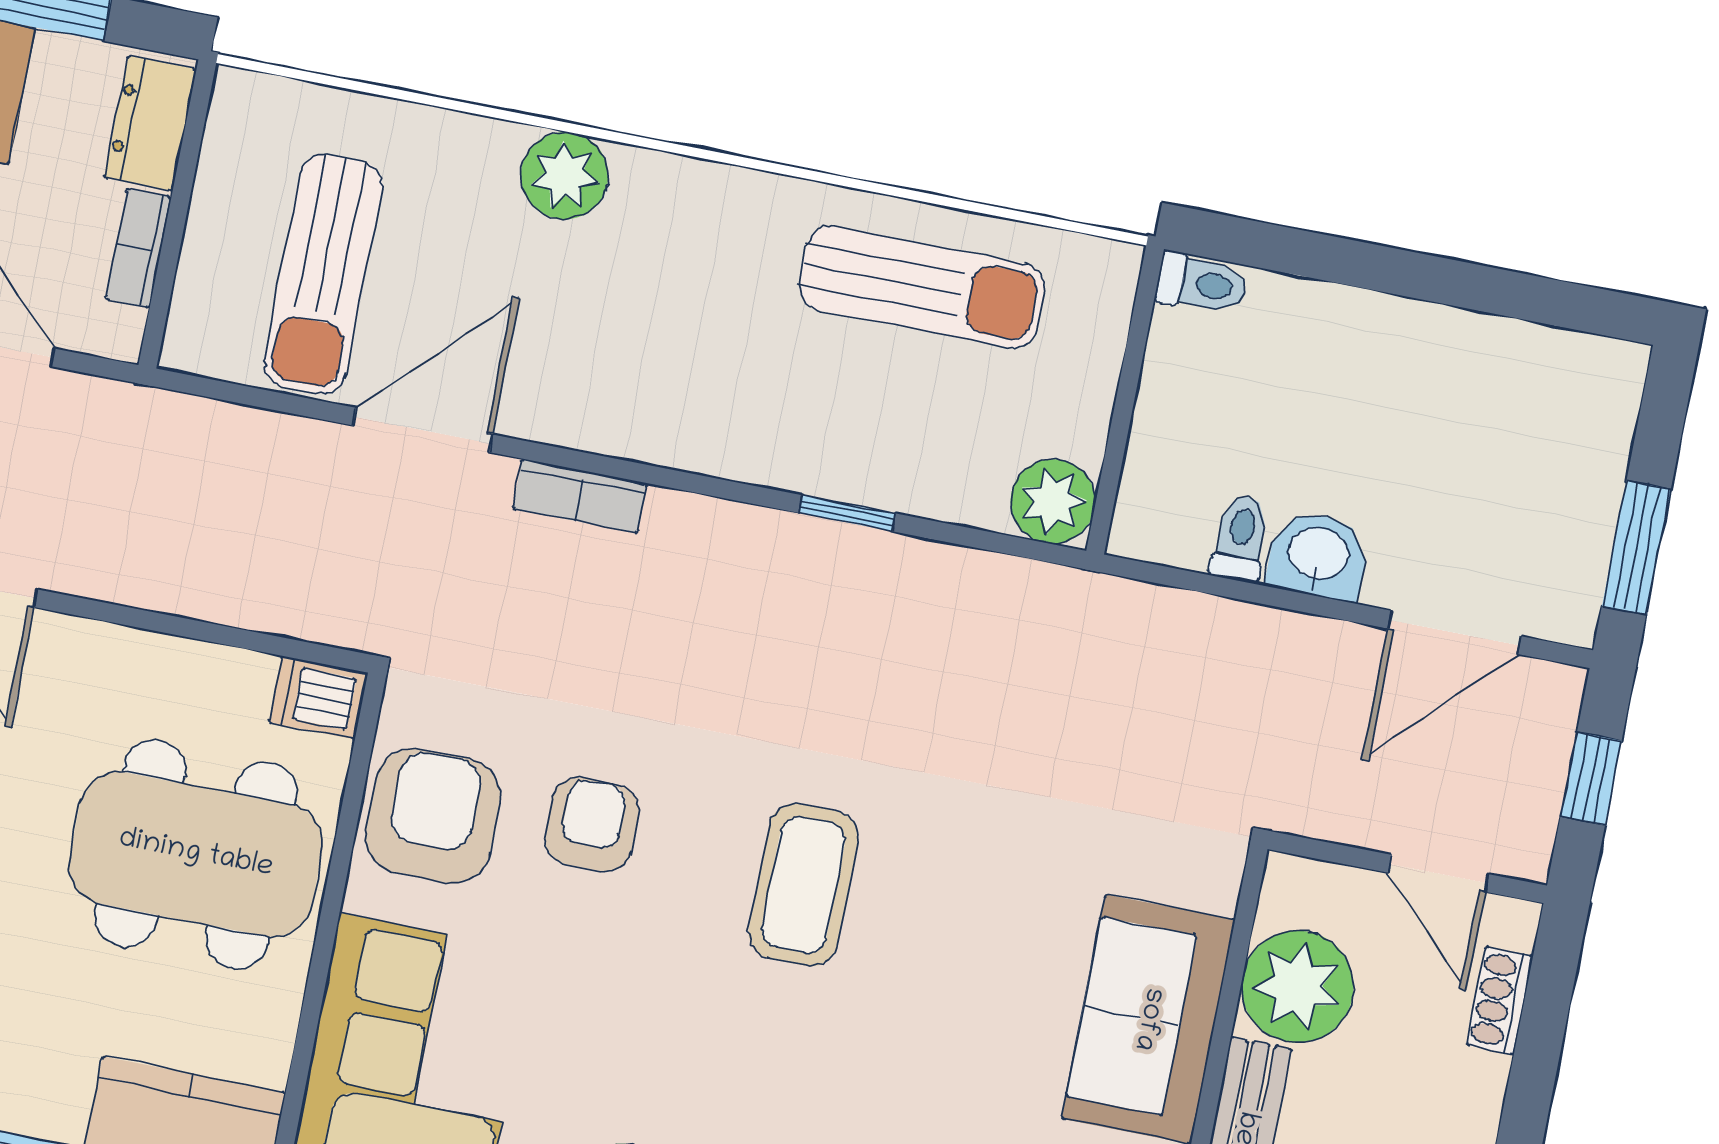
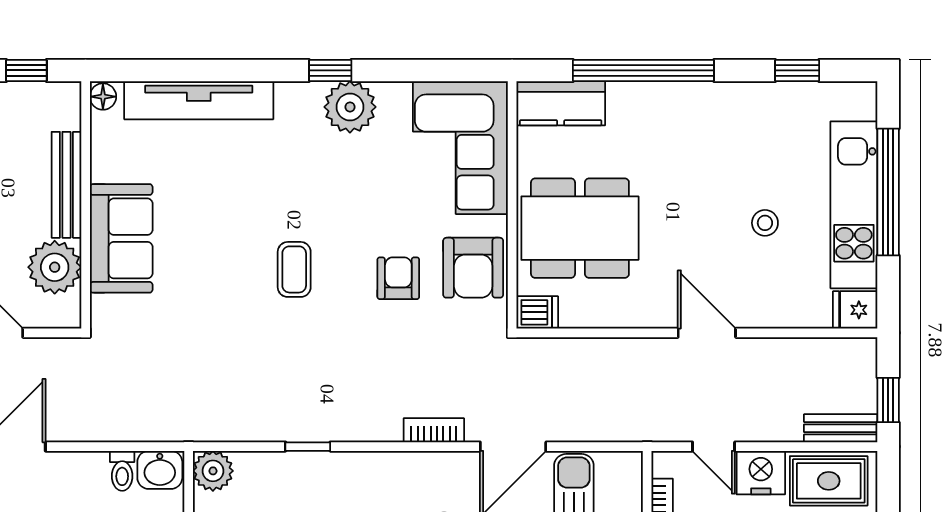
washbasin: (1318, 556) -> (160, 470), moved
armchair: (592, 824) -> (398, 278), turned 180
coffee table: (803, 885) -> (294, 269), width x0.73, depth x0.77

